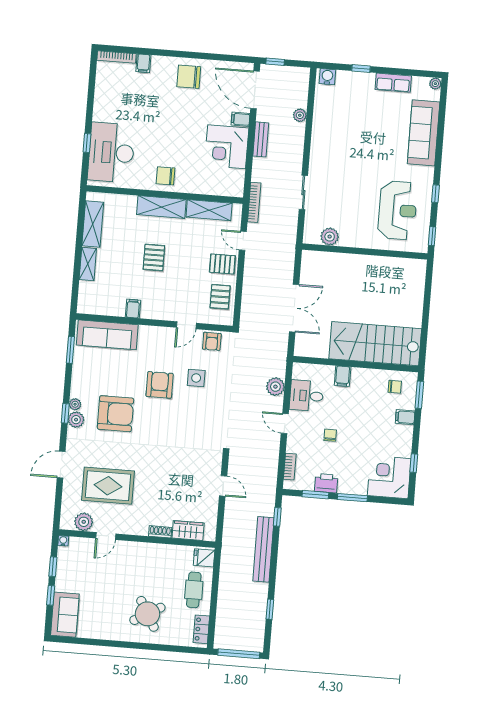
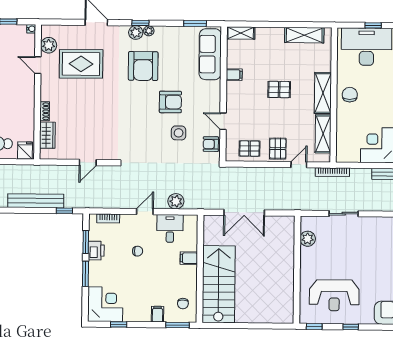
shelving: (88, 264) -> (241, 33), moved
rug: (108, 486) -> (81, 64), turned 90

